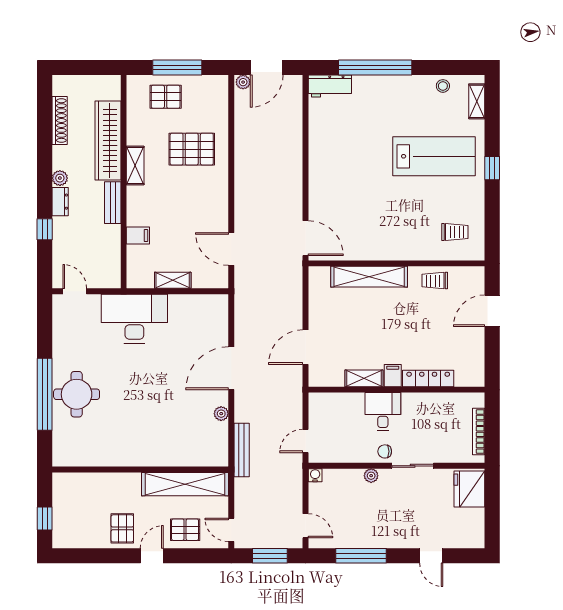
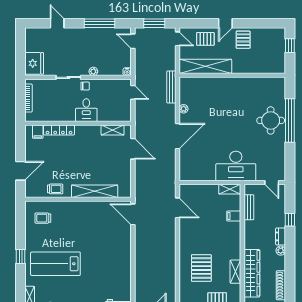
pallet: (192, 149) -> (201, 268), turned 90
shelving: (135, 165) -> (235, 272), moved
bench: (113, 203) -> (249, 207), moved
shelving: (173, 280) -> (230, 189), moved
door: (306, 347) -> (133, 149), hinge flipped
filing cabinet: (393, 376) -> (38, 132), moved
shelving: (364, 378) -> (113, 130), moved
door: (306, 441) -> (133, 92), hinge flipped

